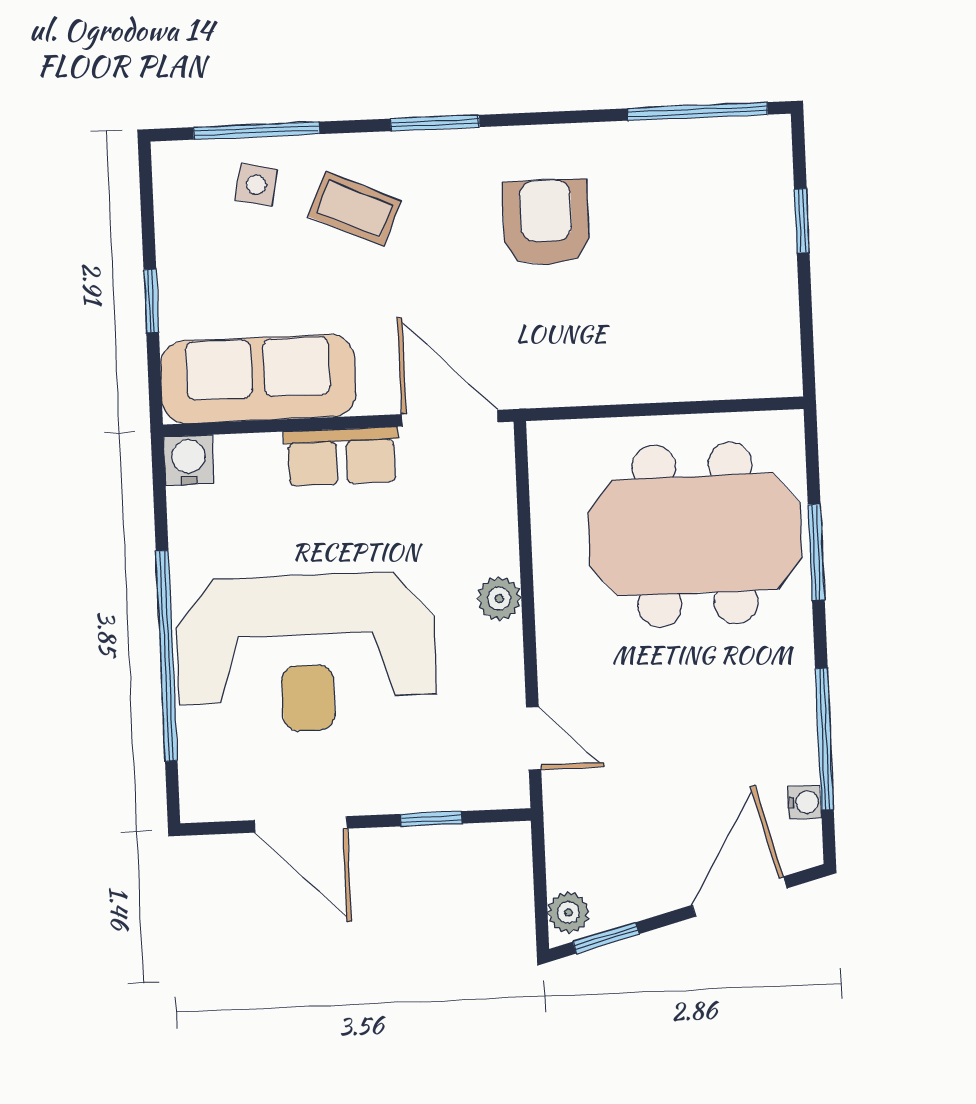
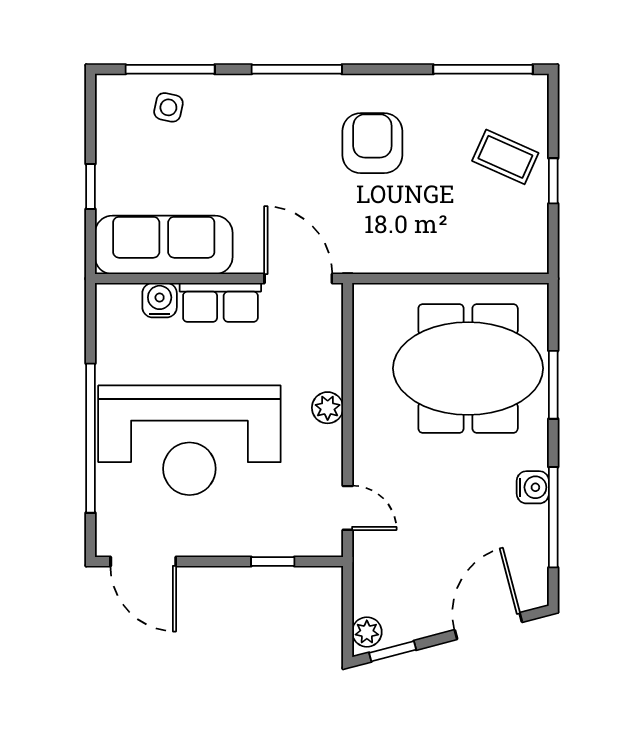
window: (435, 123) -> (297, 69), width x1.44
coffee table: (355, 209) -> (505, 157), moved
window: (802, 221) -> (553, 181), moved
water cooler: (189, 460) -> (160, 300), moved
water cooler: (804, 802) -> (533, 487), moved, width x1.38, depth x1.38
door: (301, 824) -> (143, 561), moved

